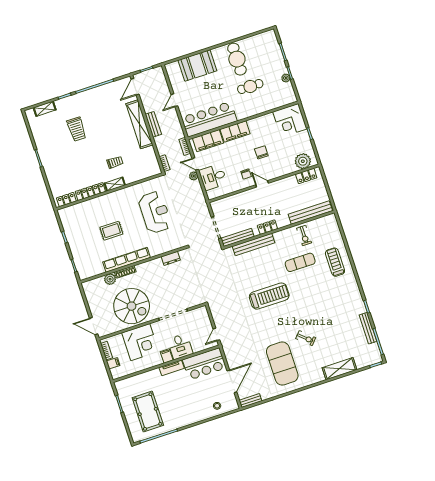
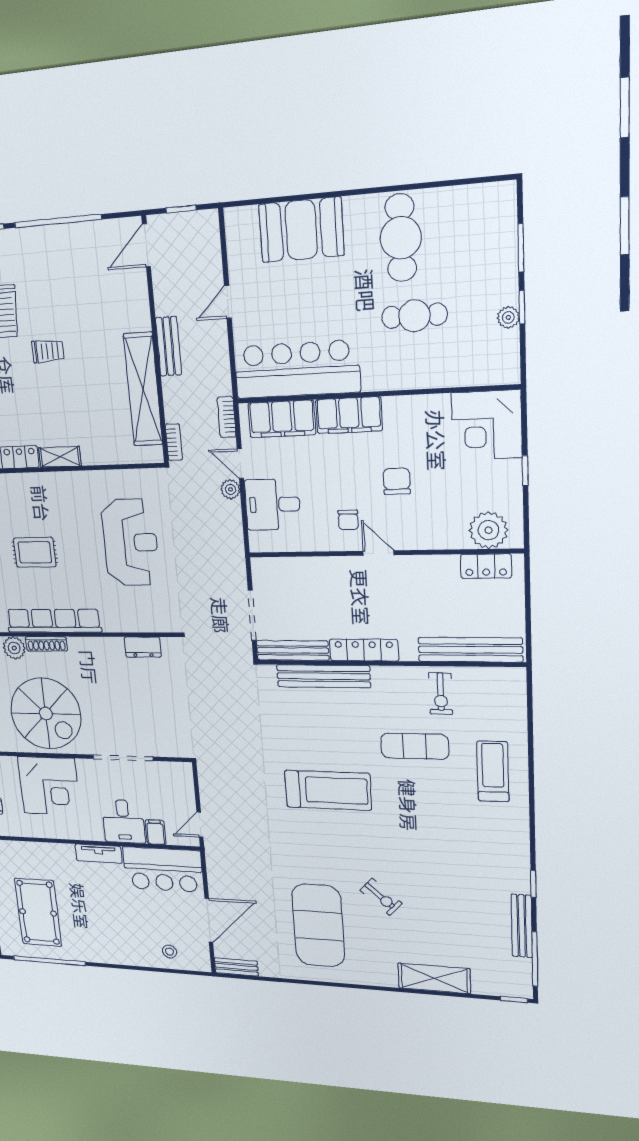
shelving: (139, 124) -> (143, 389), moved
trolley: (115, 162) -> (48, 351), moved
locker: (267, 227) -> (364, 650), width x1.53
filing cabinet: (167, 356) -> (156, 832), moved

